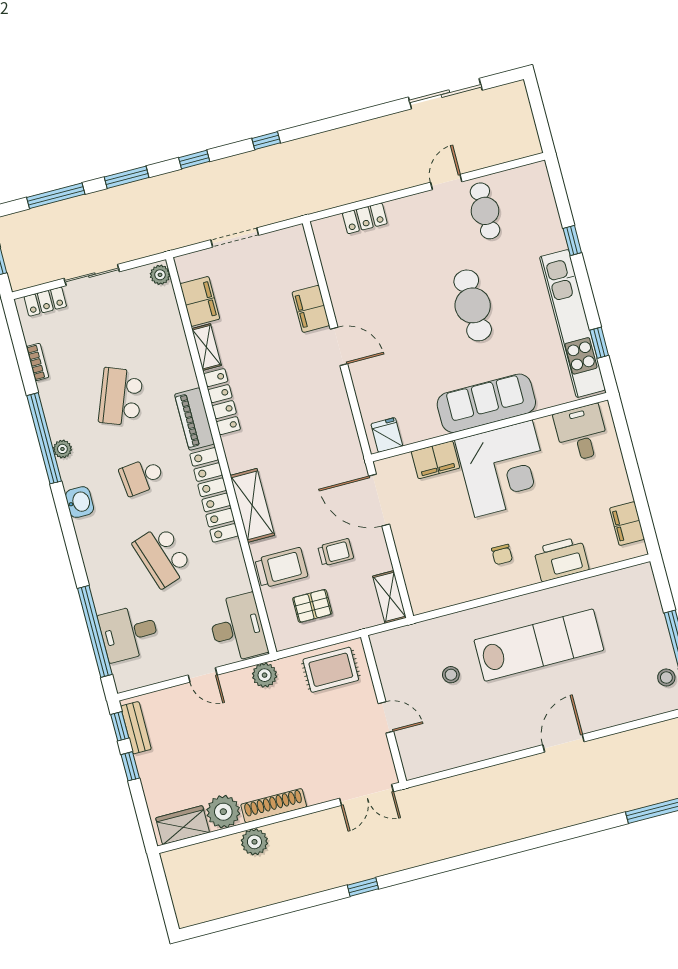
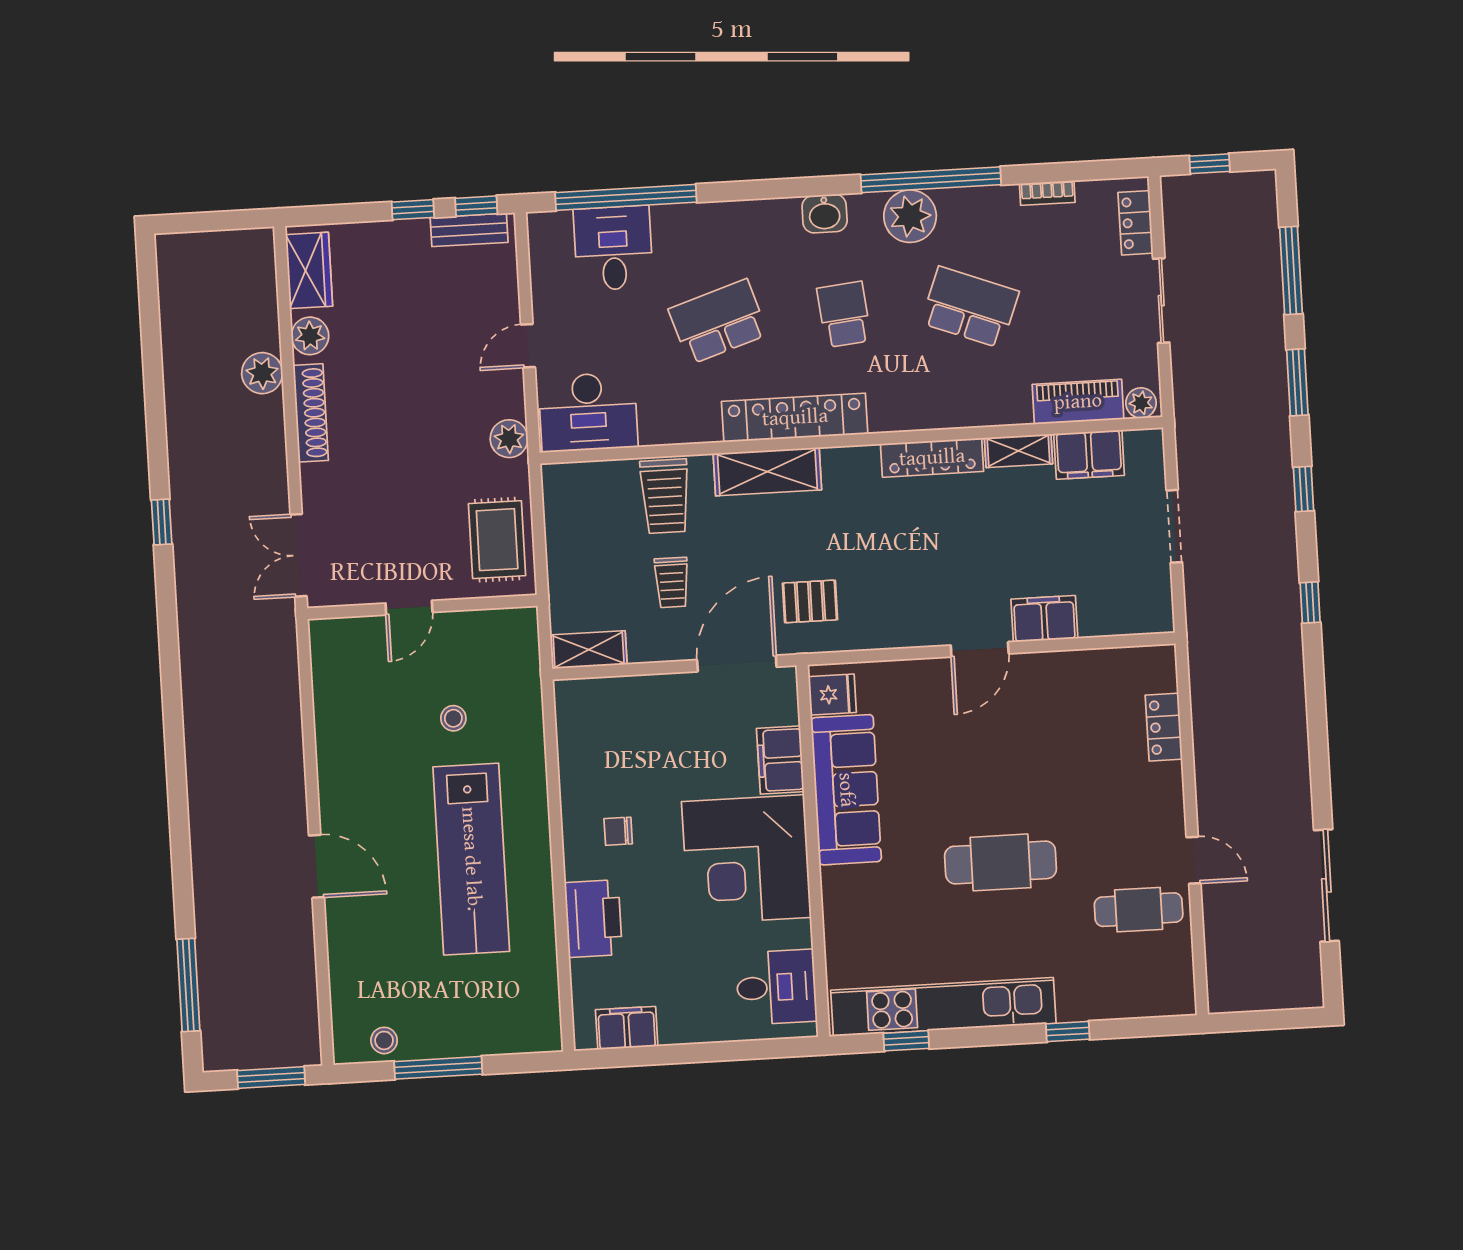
sofa: (486, 403) -> (846, 790), moved
piano: (195, 419) -> (1078, 402), moved
plant: (62, 449) -> (910, 216), width x1.87, depth x1.87
pallet: (312, 606) -> (810, 601), moved, turned 90
plant: (223, 812) -> (310, 336), width x0.73, depth x0.73

